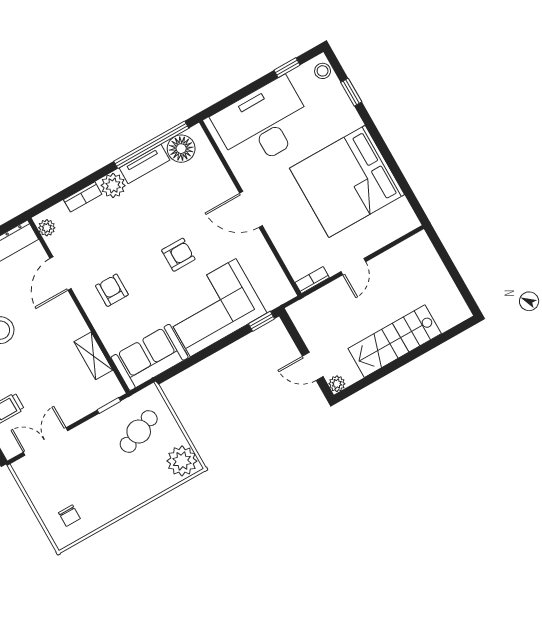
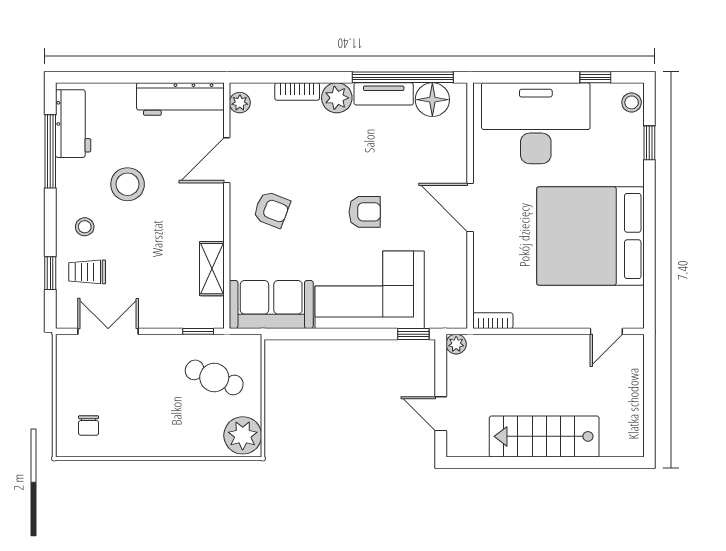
door: (353, 267) -> (606, 331), moved
armchair: (112, 290) -> (272, 209), turned 111
plant: (337, 384) -> (456, 344), moved
cafe table: (139, 432) -> (214, 377), turned 43

